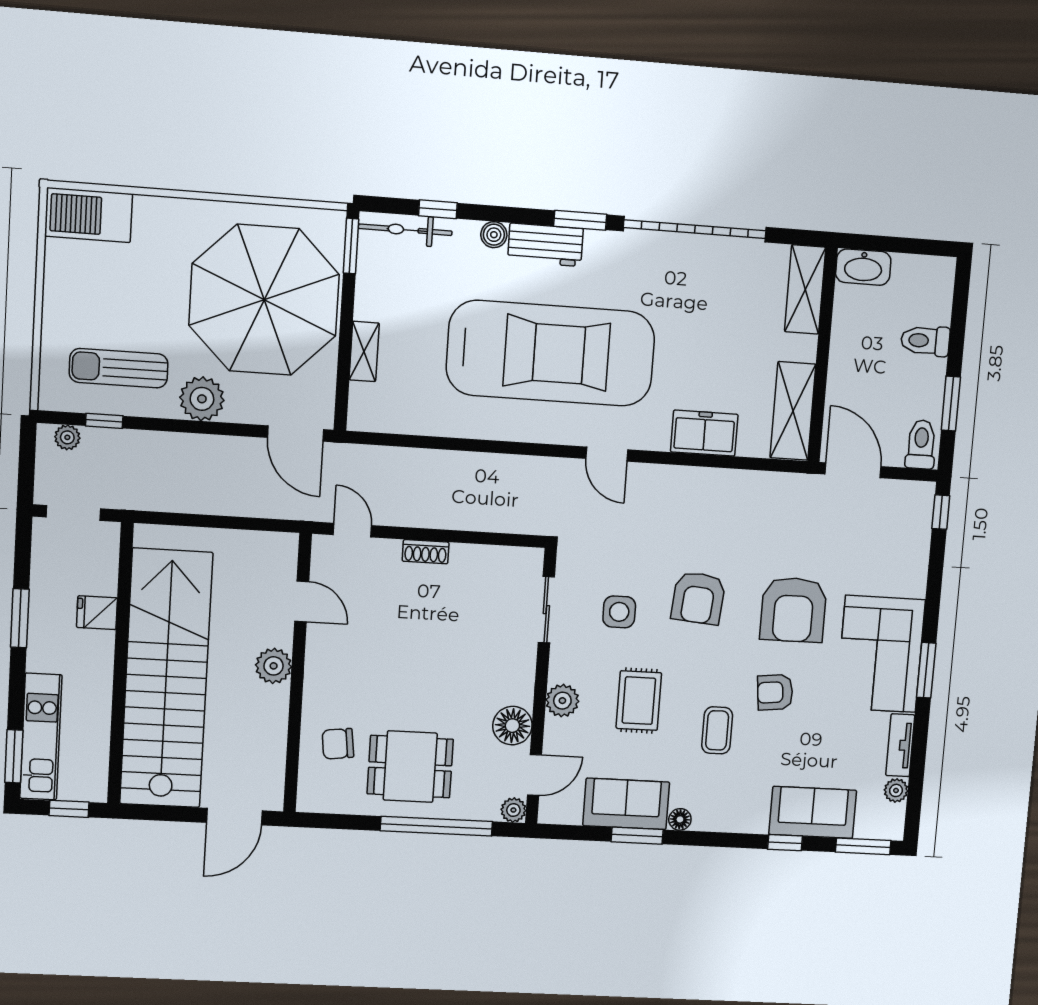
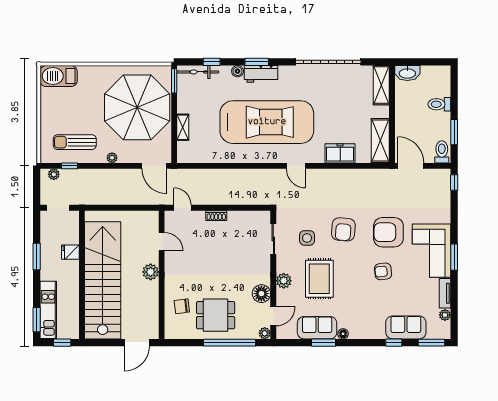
window: (580, 220) -> (257, 62), moved
plant: (202, 399) -> (112, 158), width x0.53, depth x0.53
armchair: (793, 610) -> (388, 232), turned 90
rug: (639, 701) -> (319, 279), width x1.36, depth x1.43
coffee table: (717, 730) -> (357, 291), removed

